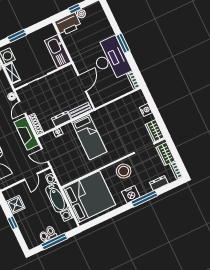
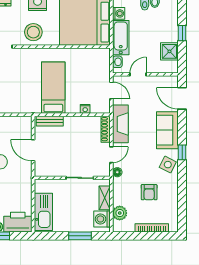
kitchen sink: (58, 51) -> (43, 212), moved
door: (82, 83) -> (33, 150), hinge flipped
dresser: (61, 119) -> (75, 122), removed

